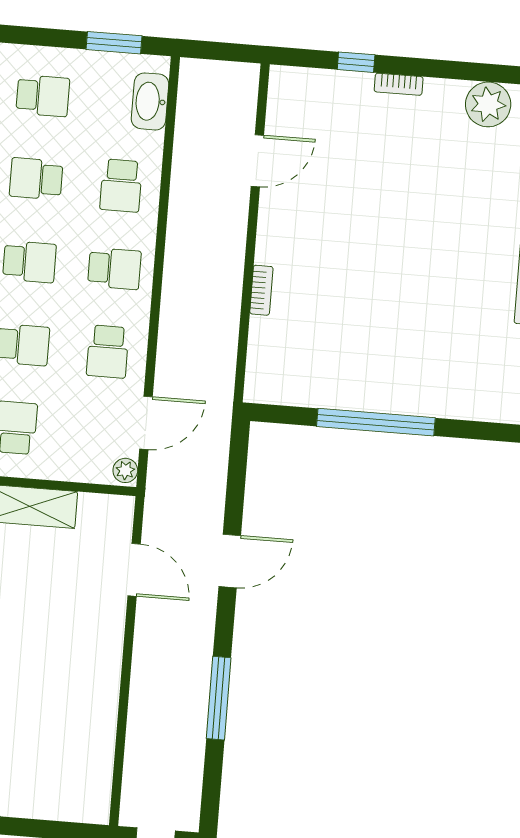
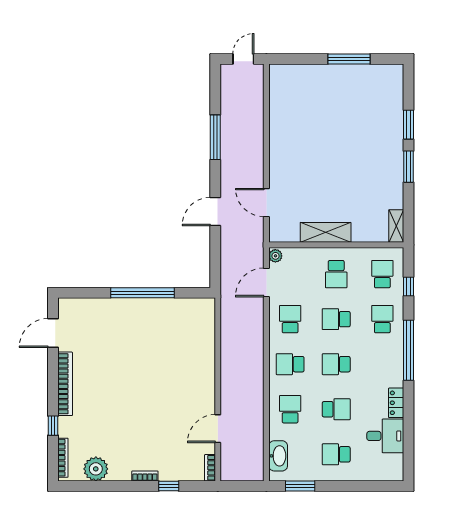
bookcase: (261, 290) -> (210, 468), moved

